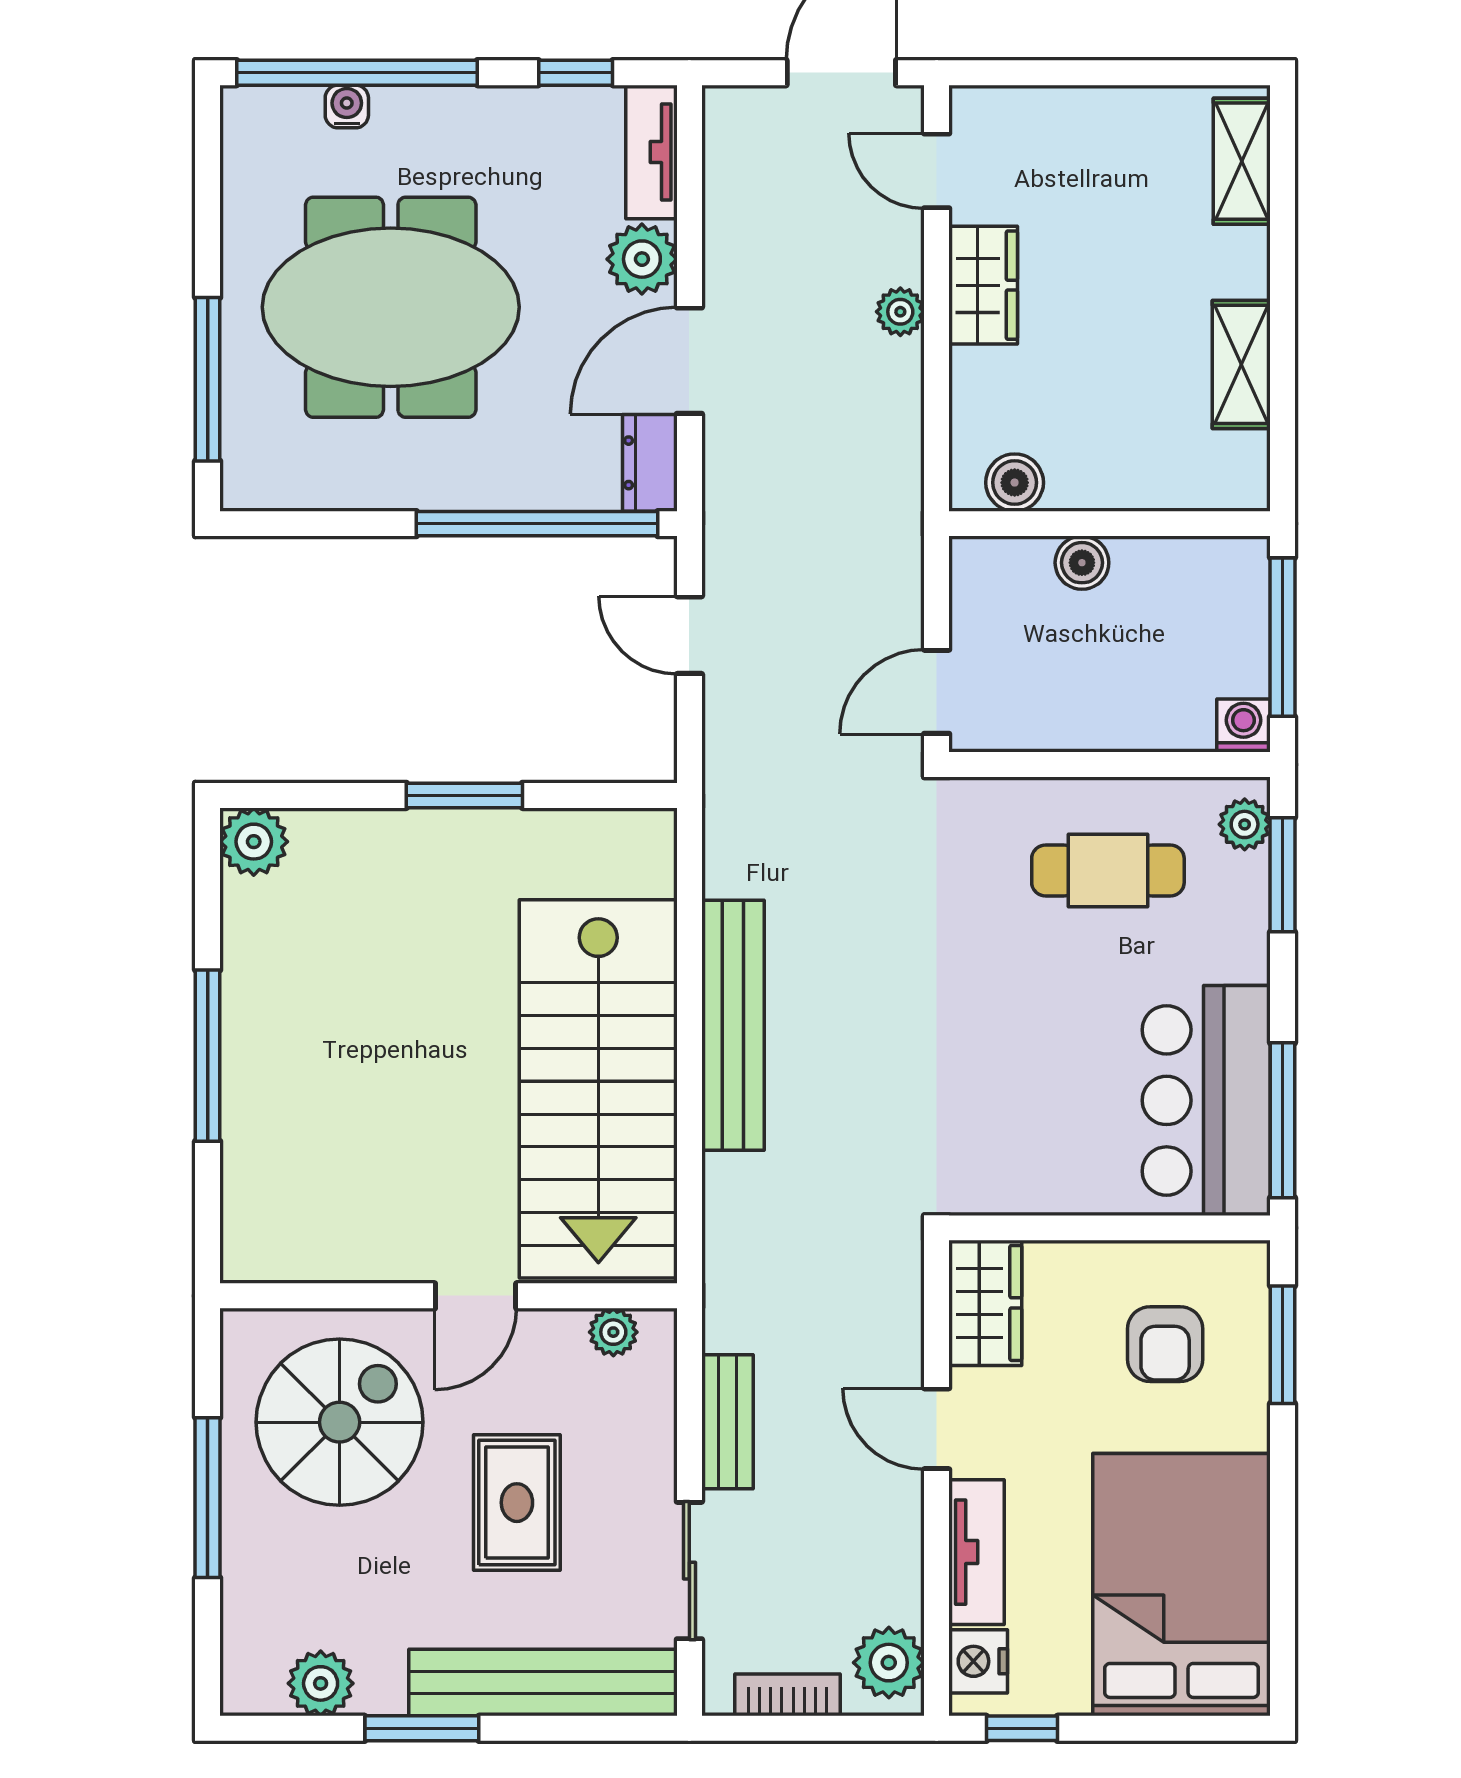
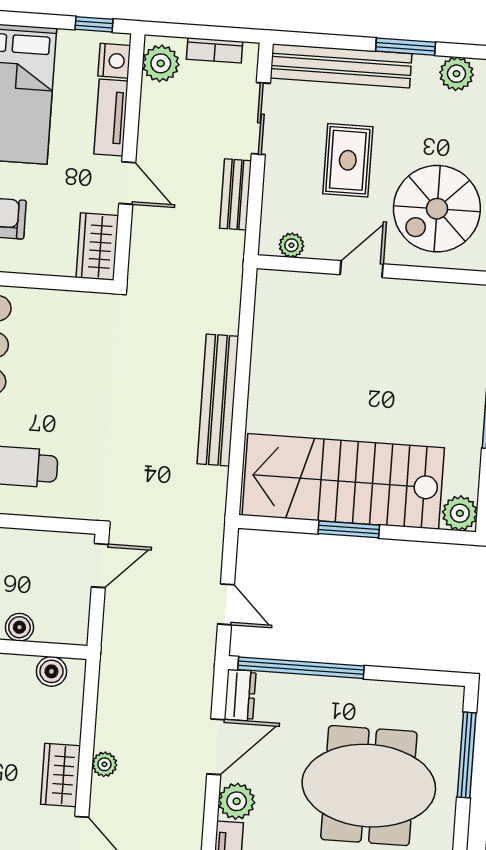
stairs: (598, 1089) -> (343, 481), moved, turned -90

